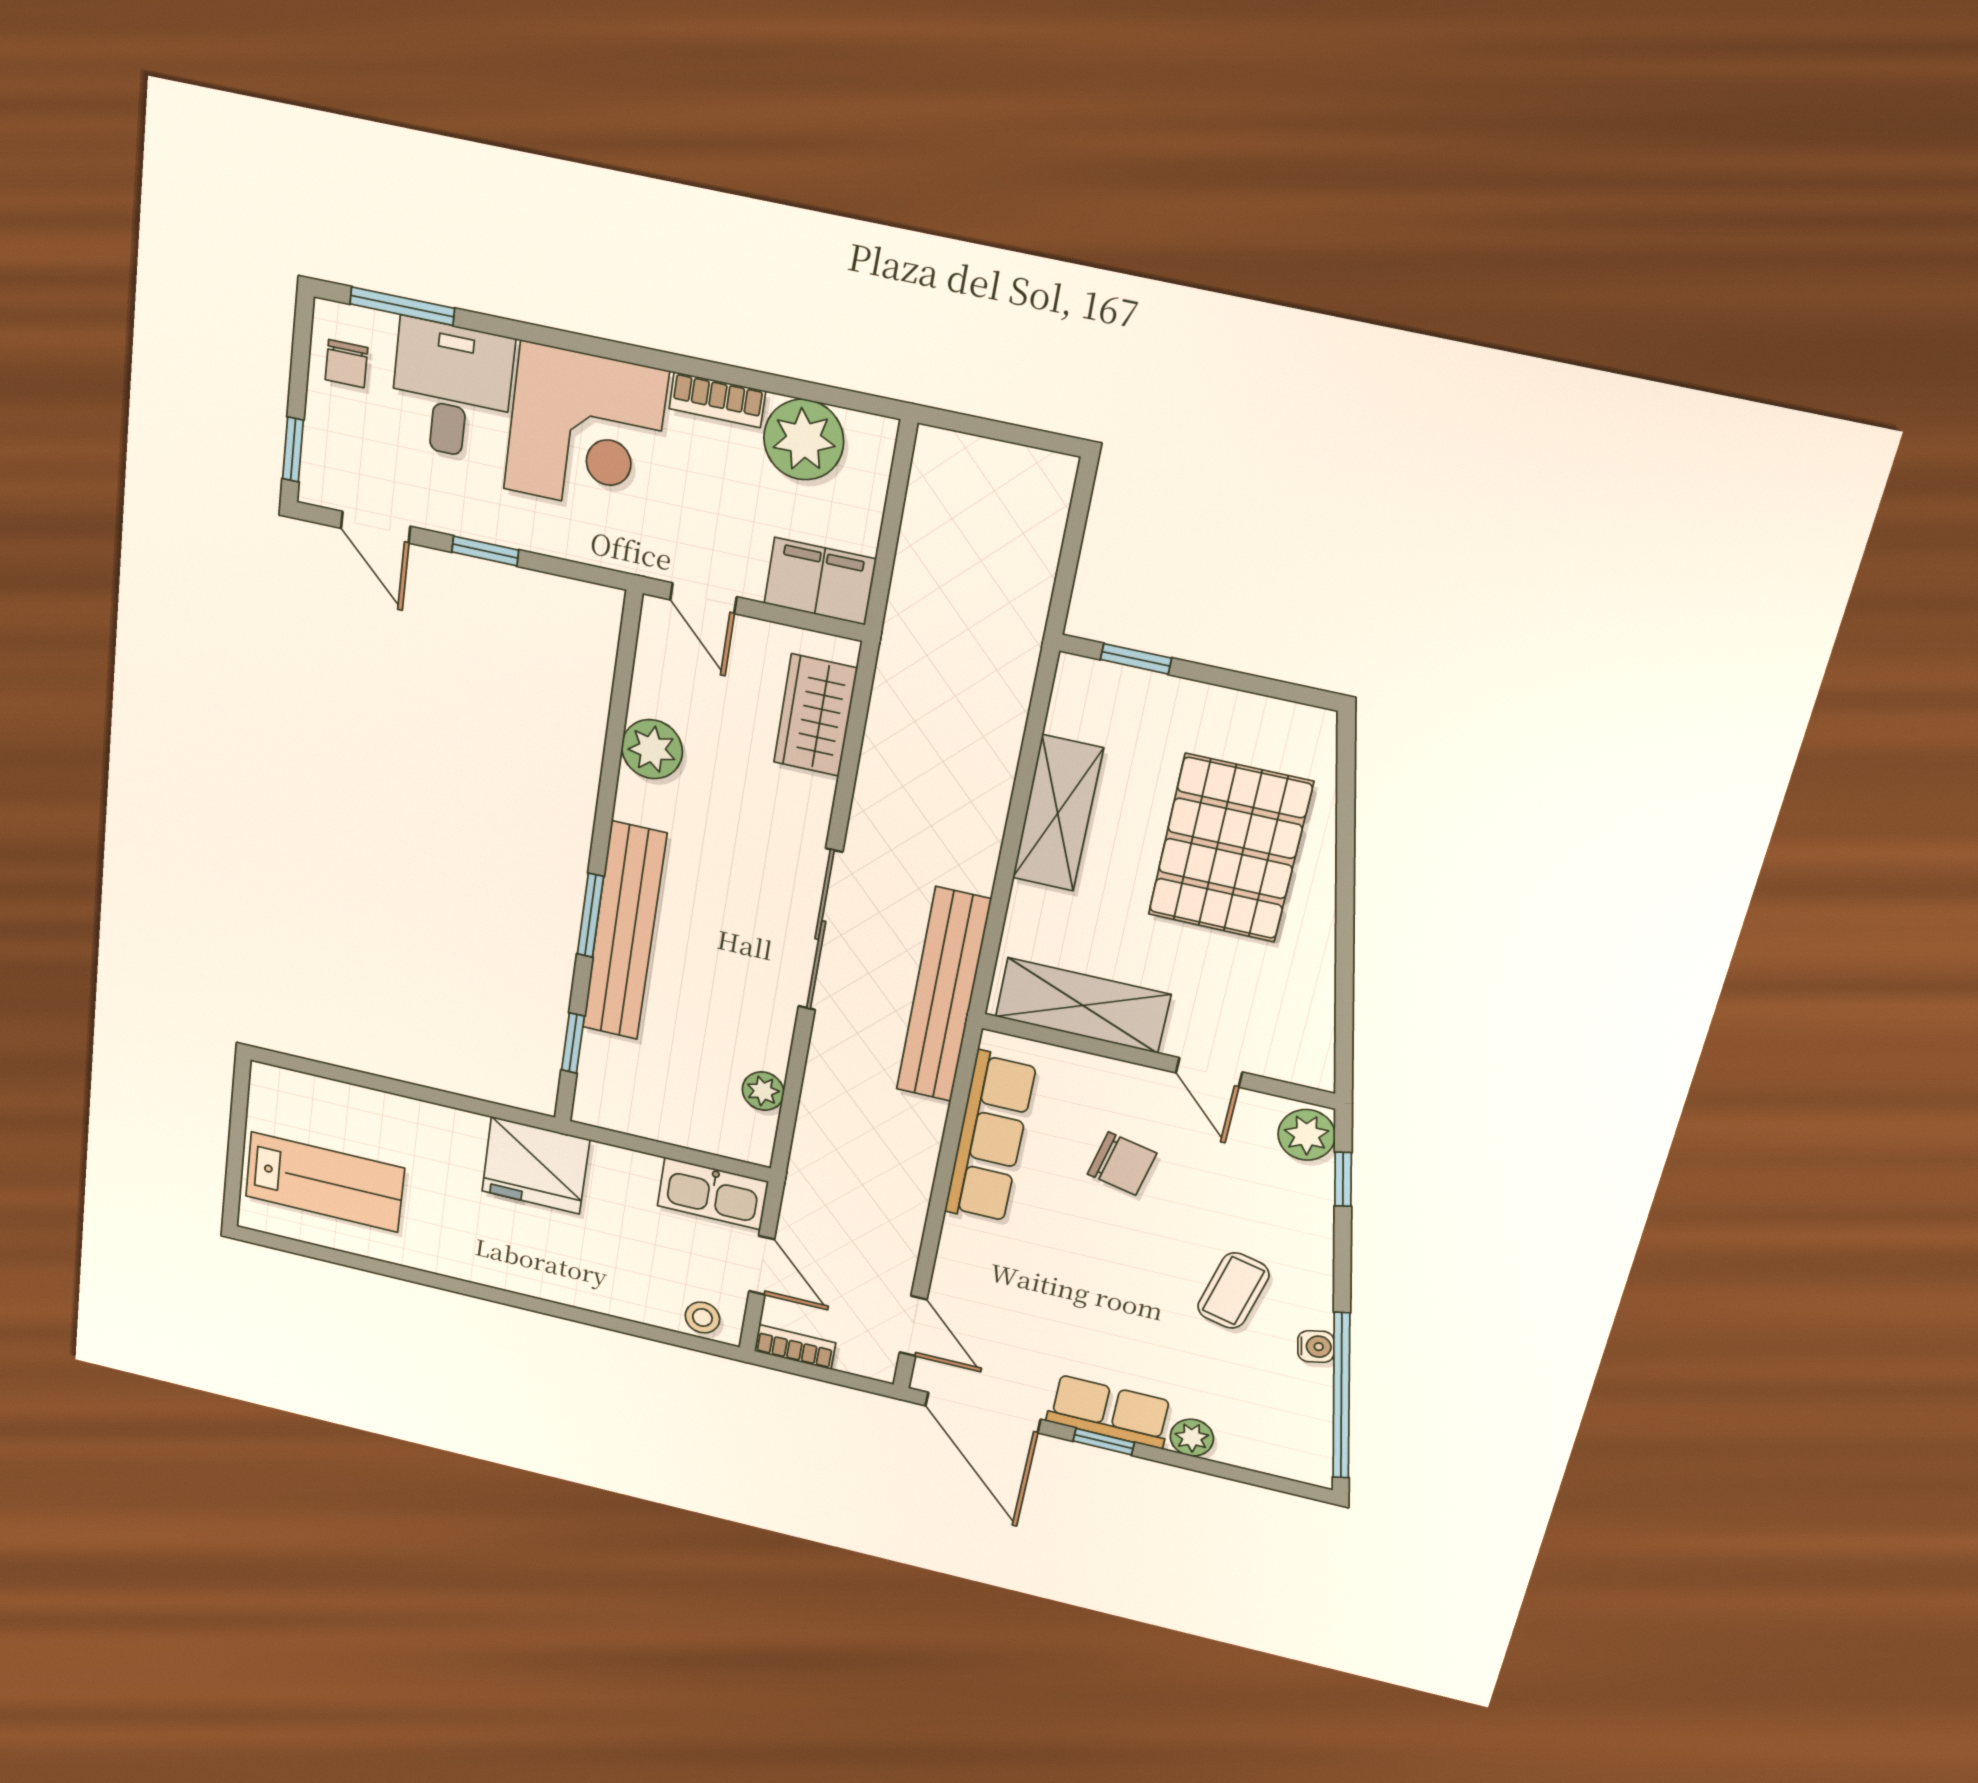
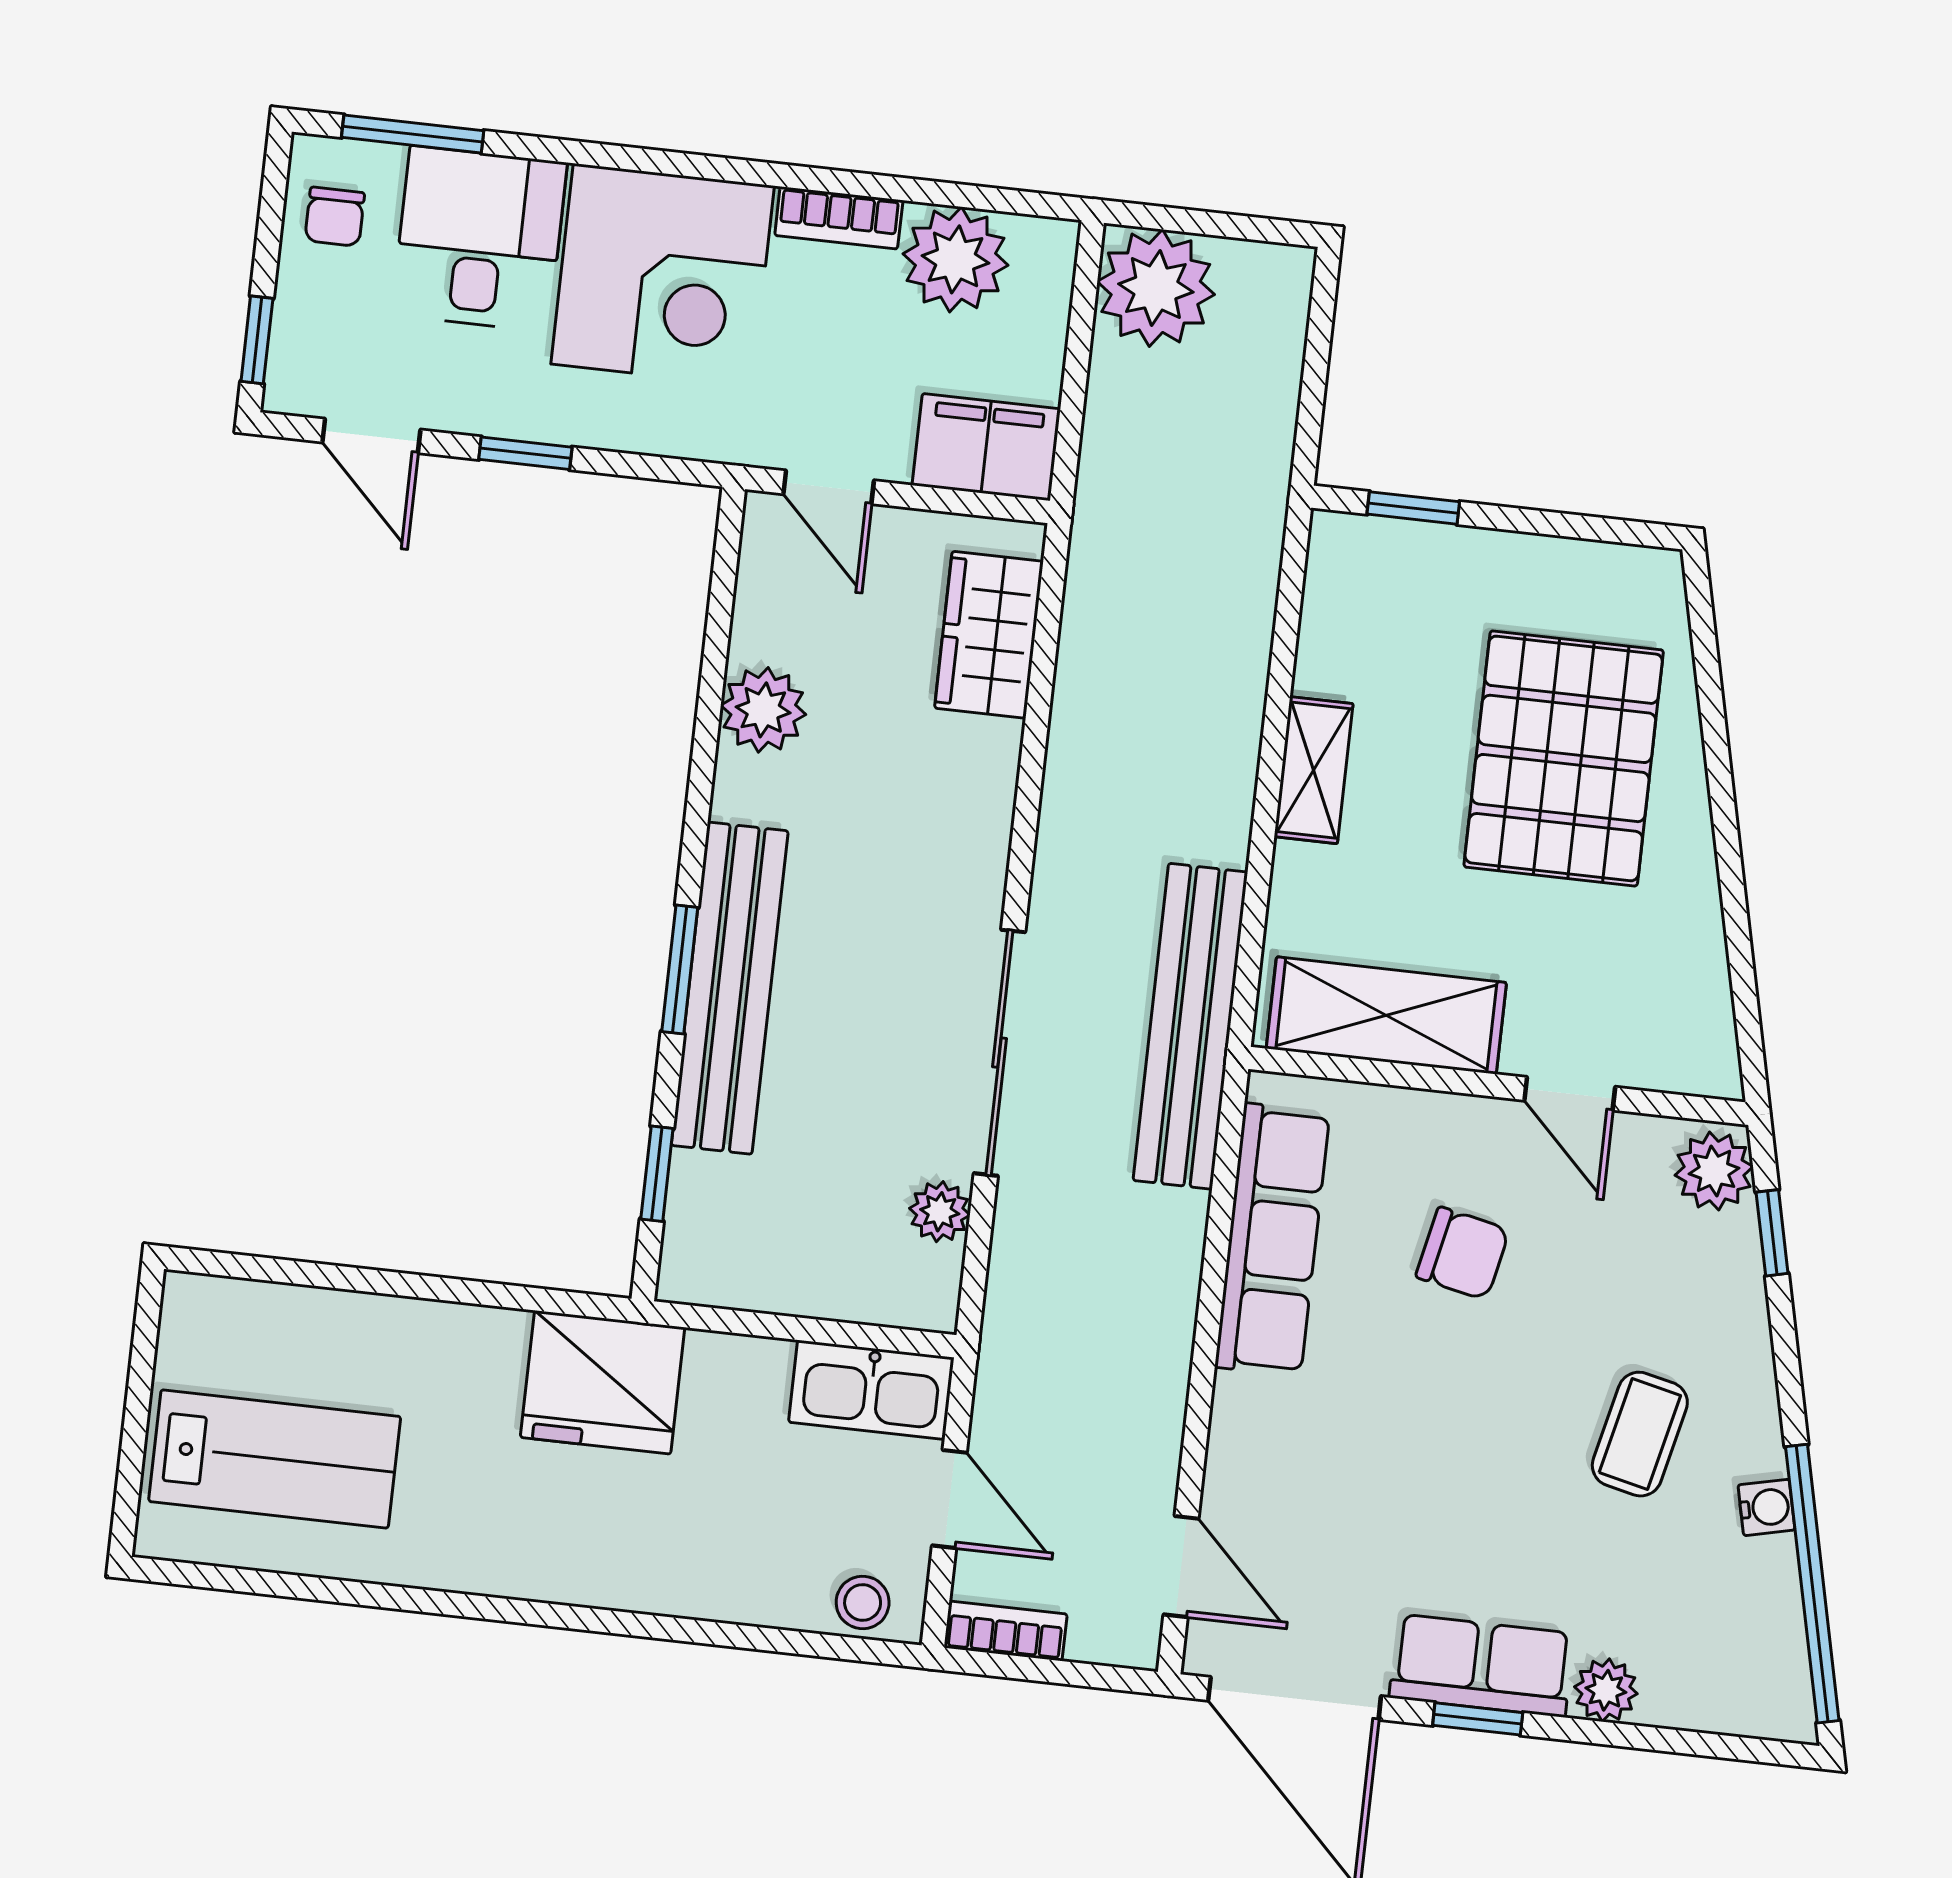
plant: (954, 476) -> (1156, 288), added
shelving: (1058, 813) -> (1314, 770), width x0.67, depth x0.75
sliding door: (820, 930) -> (999, 1053), moved

